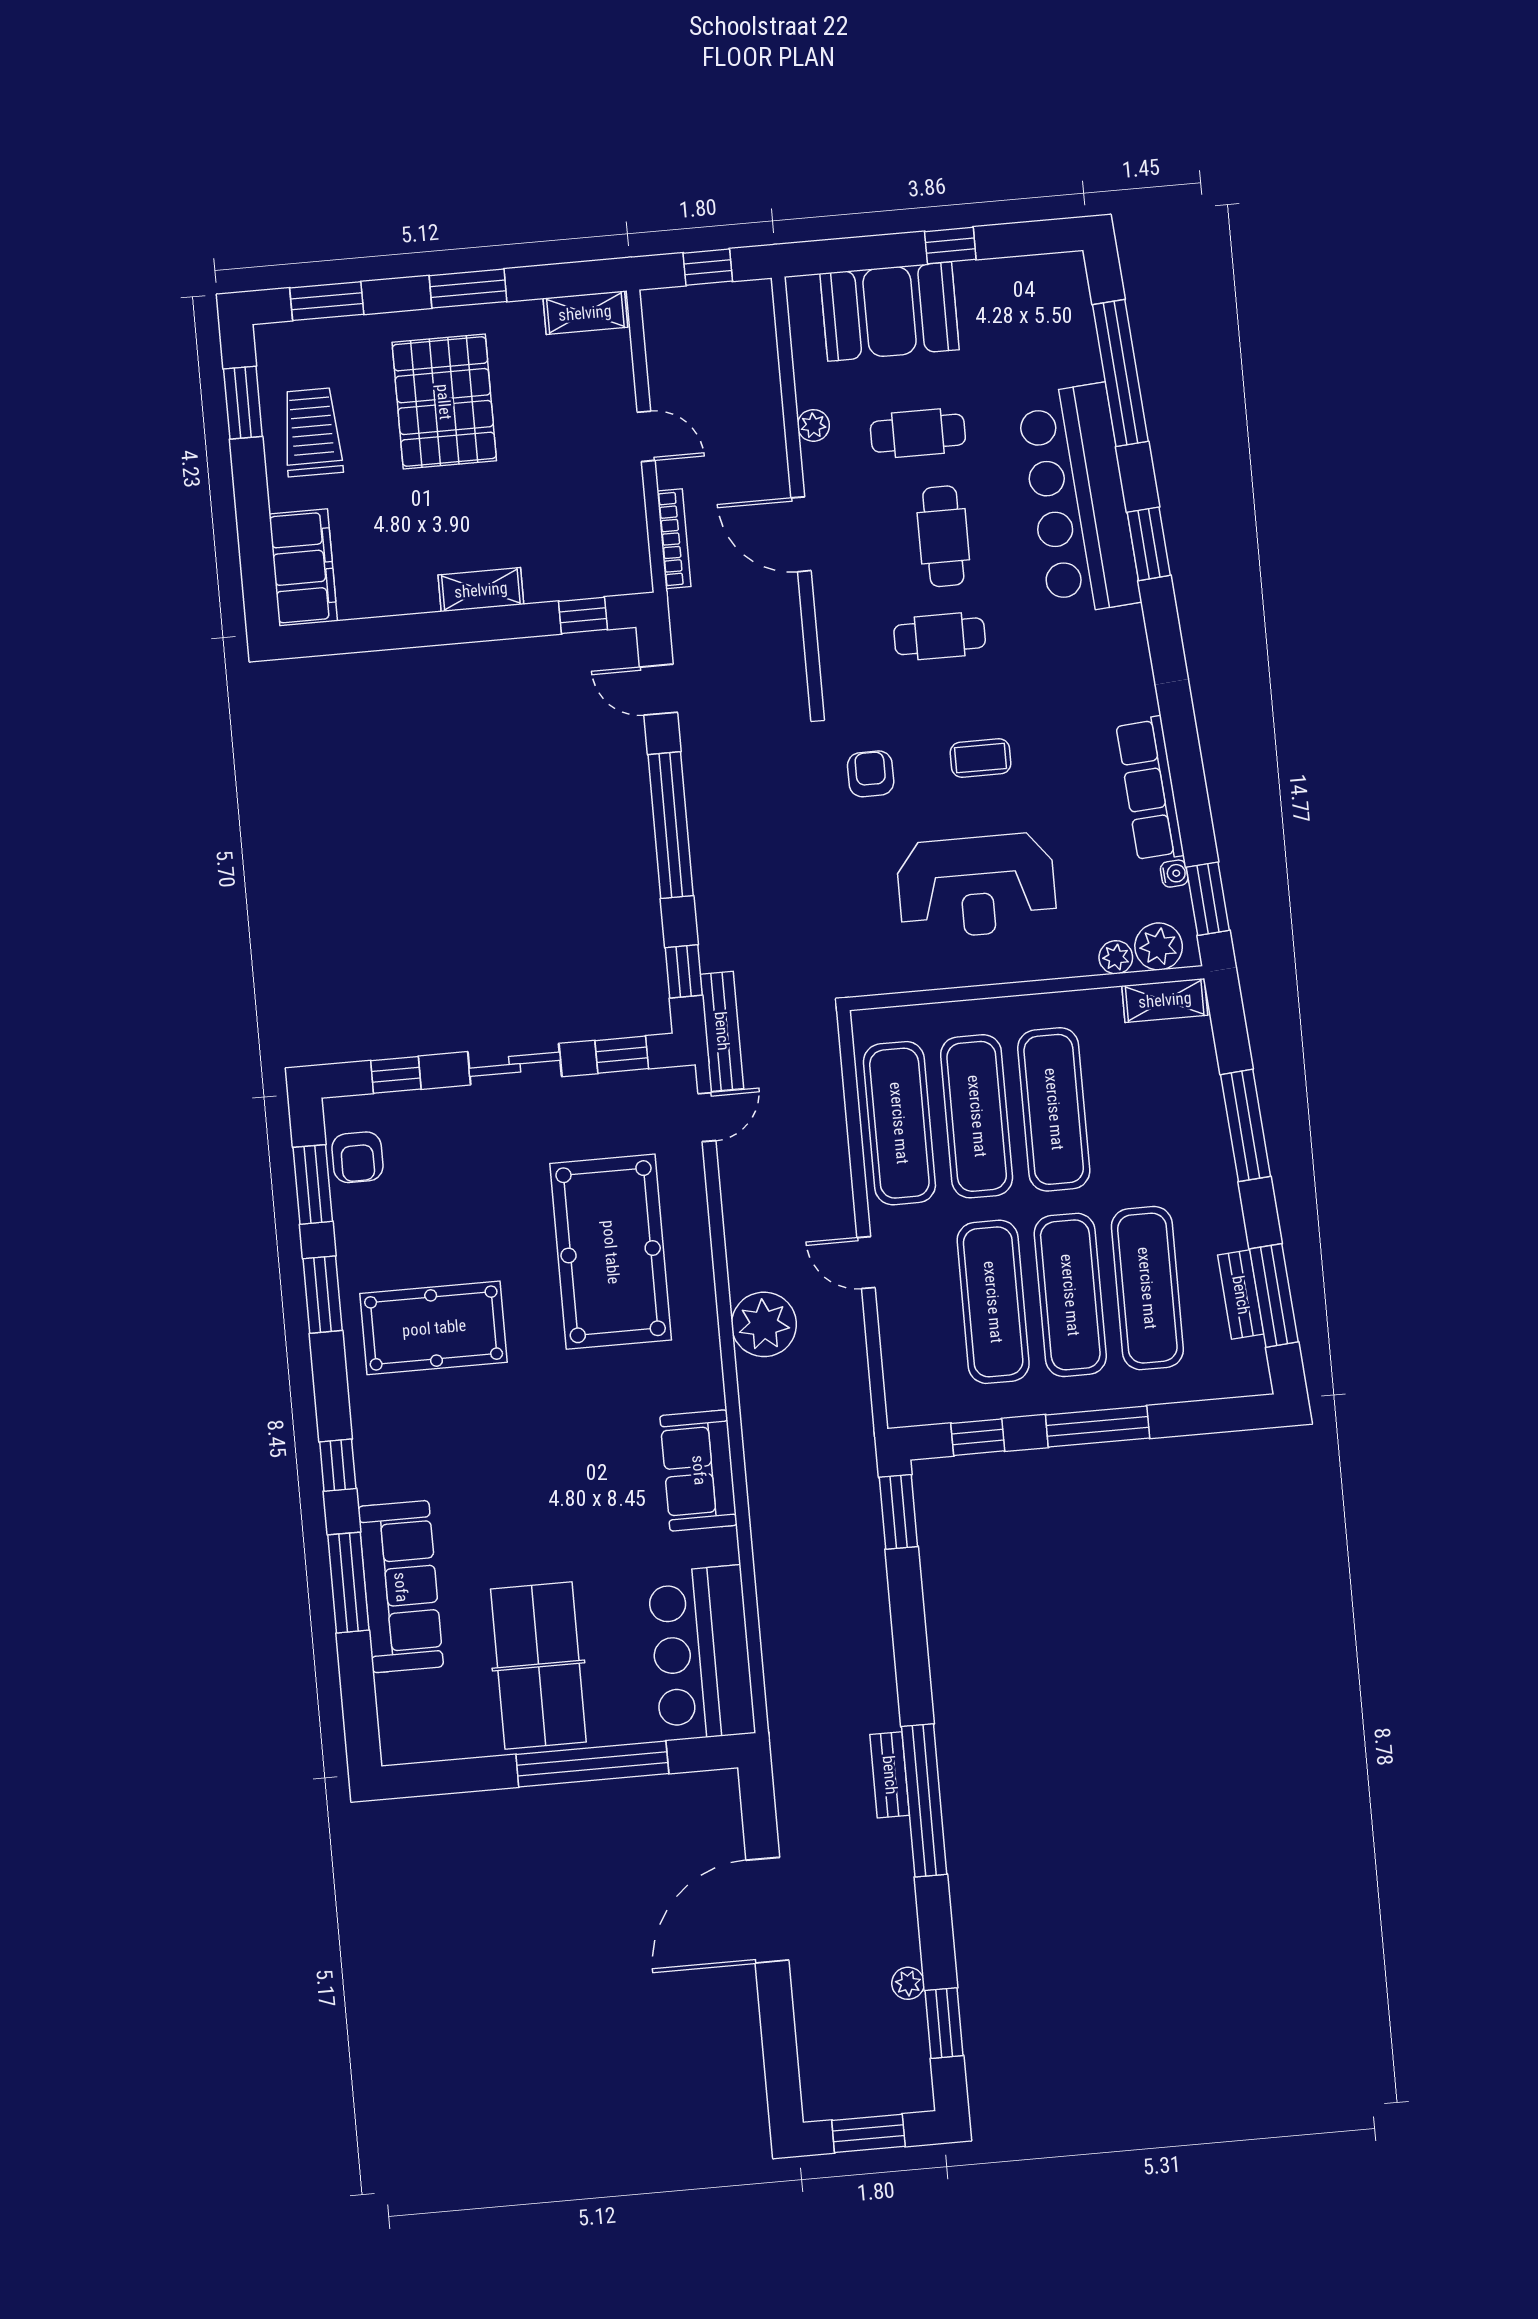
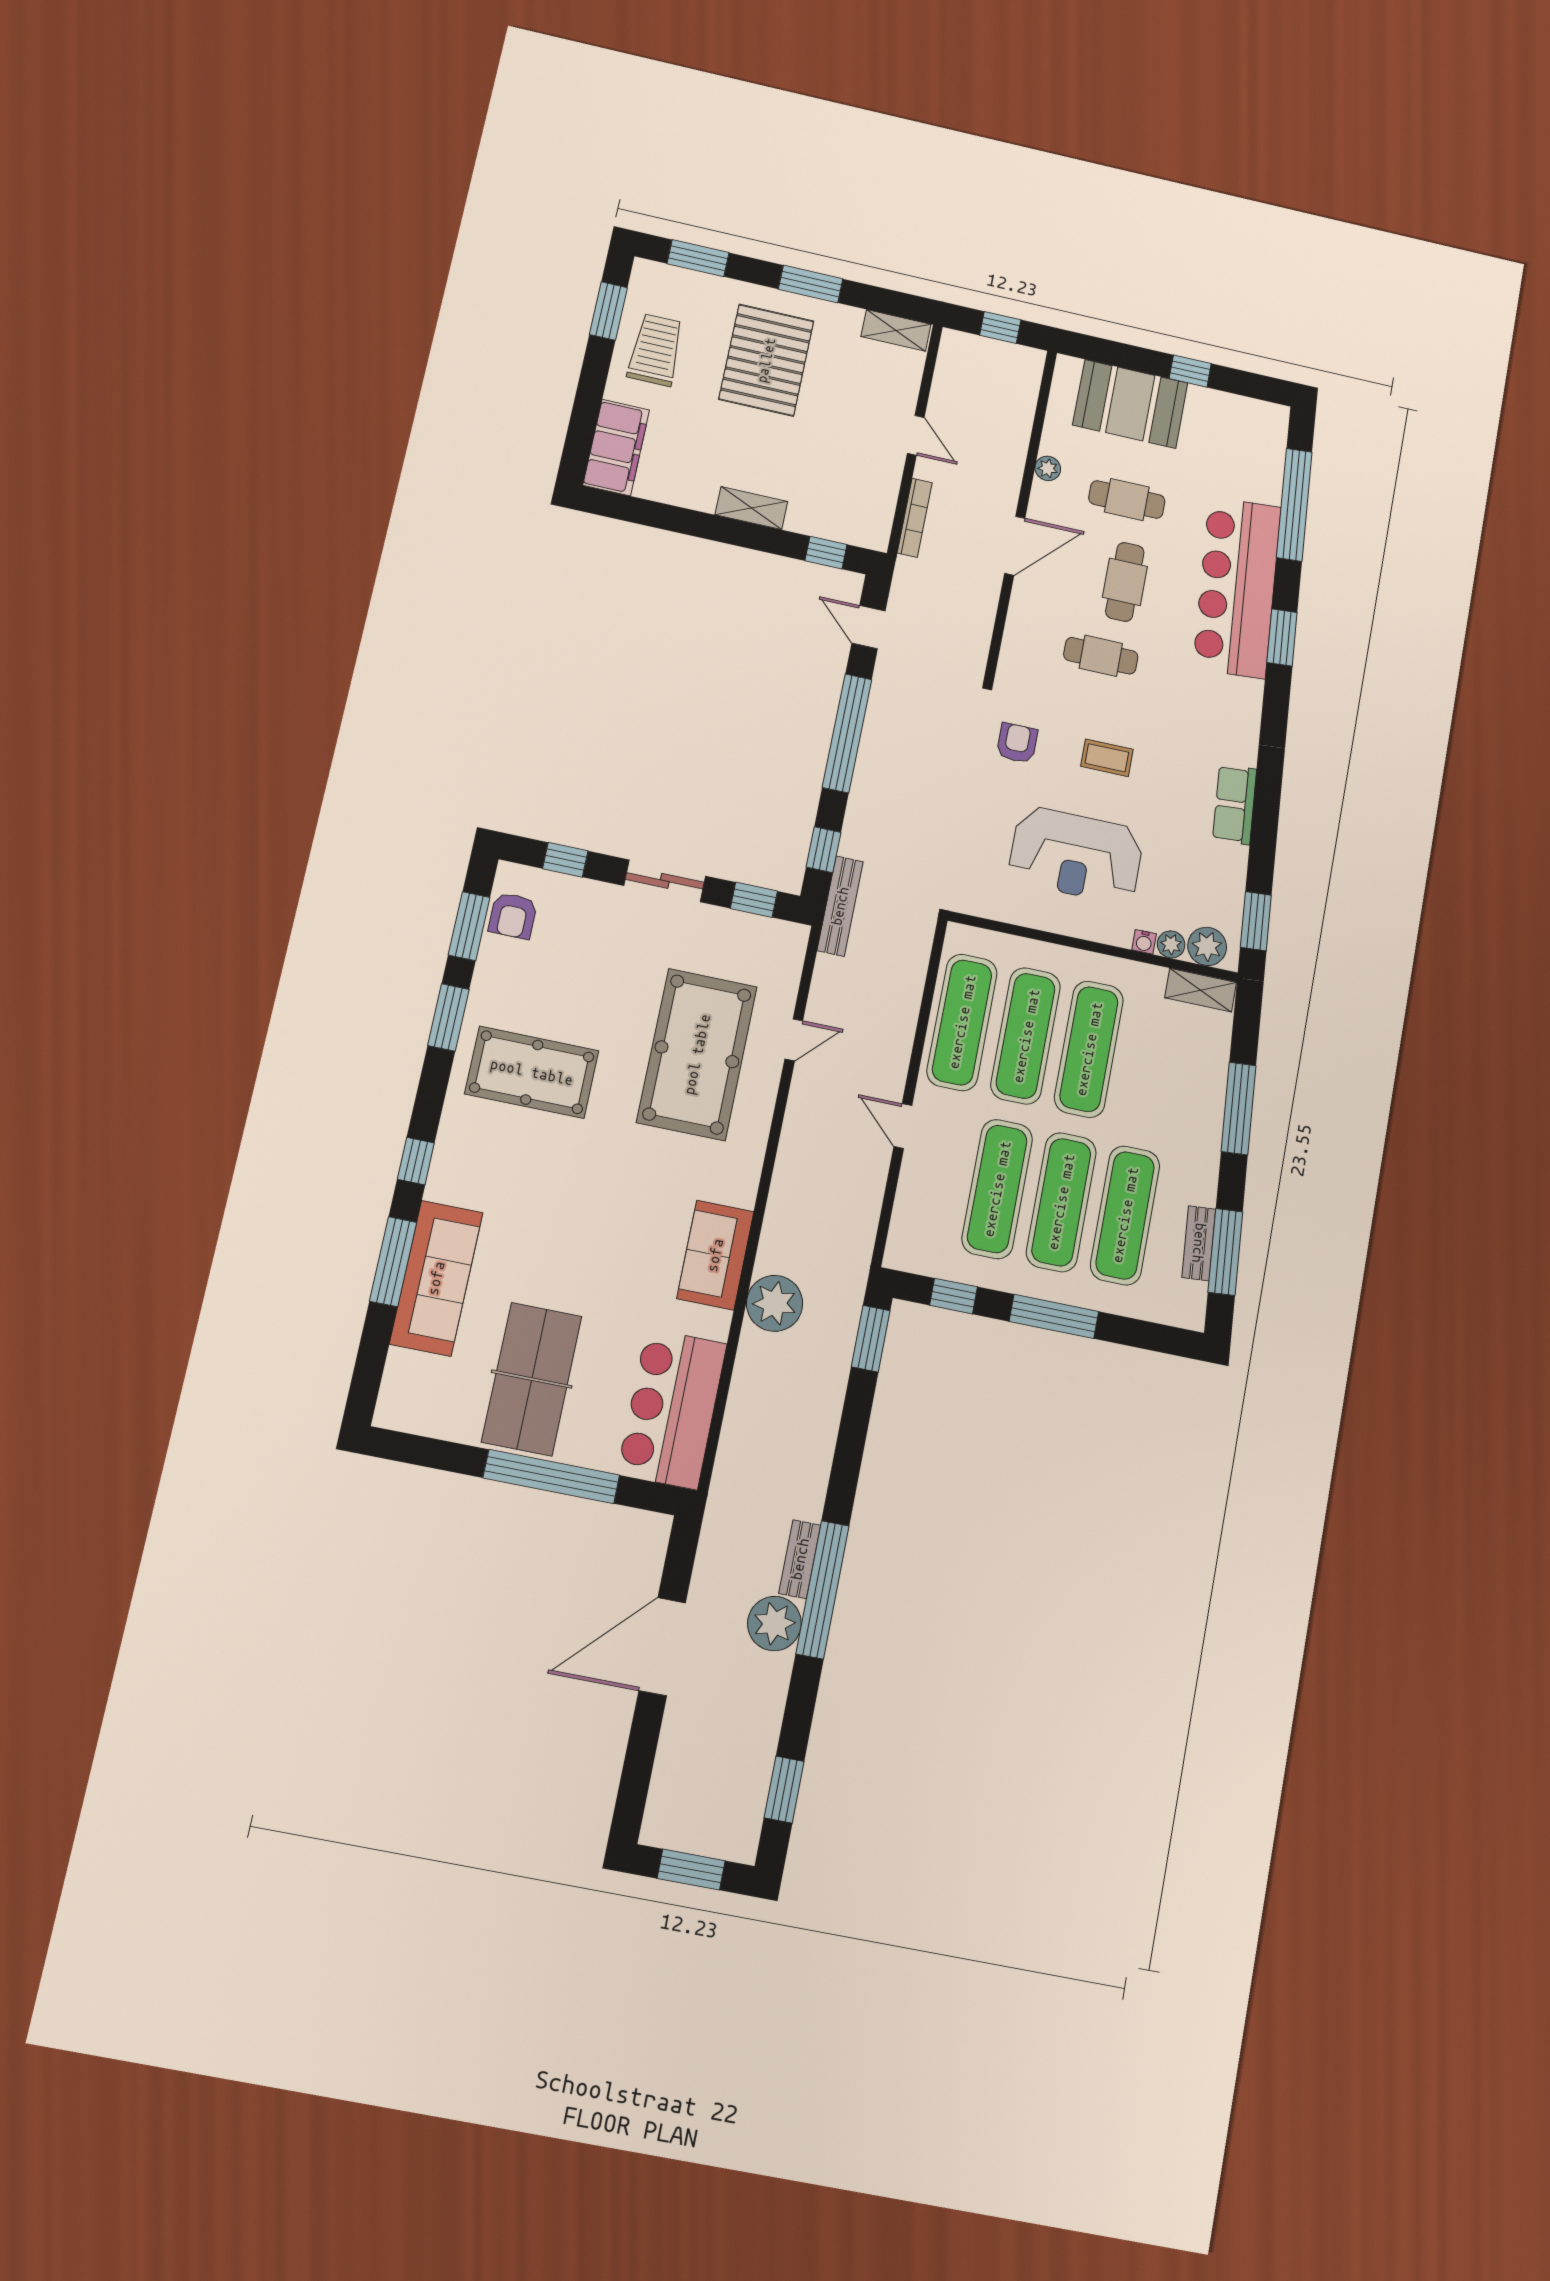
door: (801, 534) -> (1015, 546), swing flipped
row of seats: (1150, 789) -> (1235, 804), width x0.68
water cooler: (1174, 874) -> (1144, 942), moved, turned 94
door: (707, 1117) -> (794, 1040), moved
plant: (764, 1324) -> (775, 1303), moved
plant: (908, 1983) -> (774, 1624), moved, width x1.88, depth x1.88

